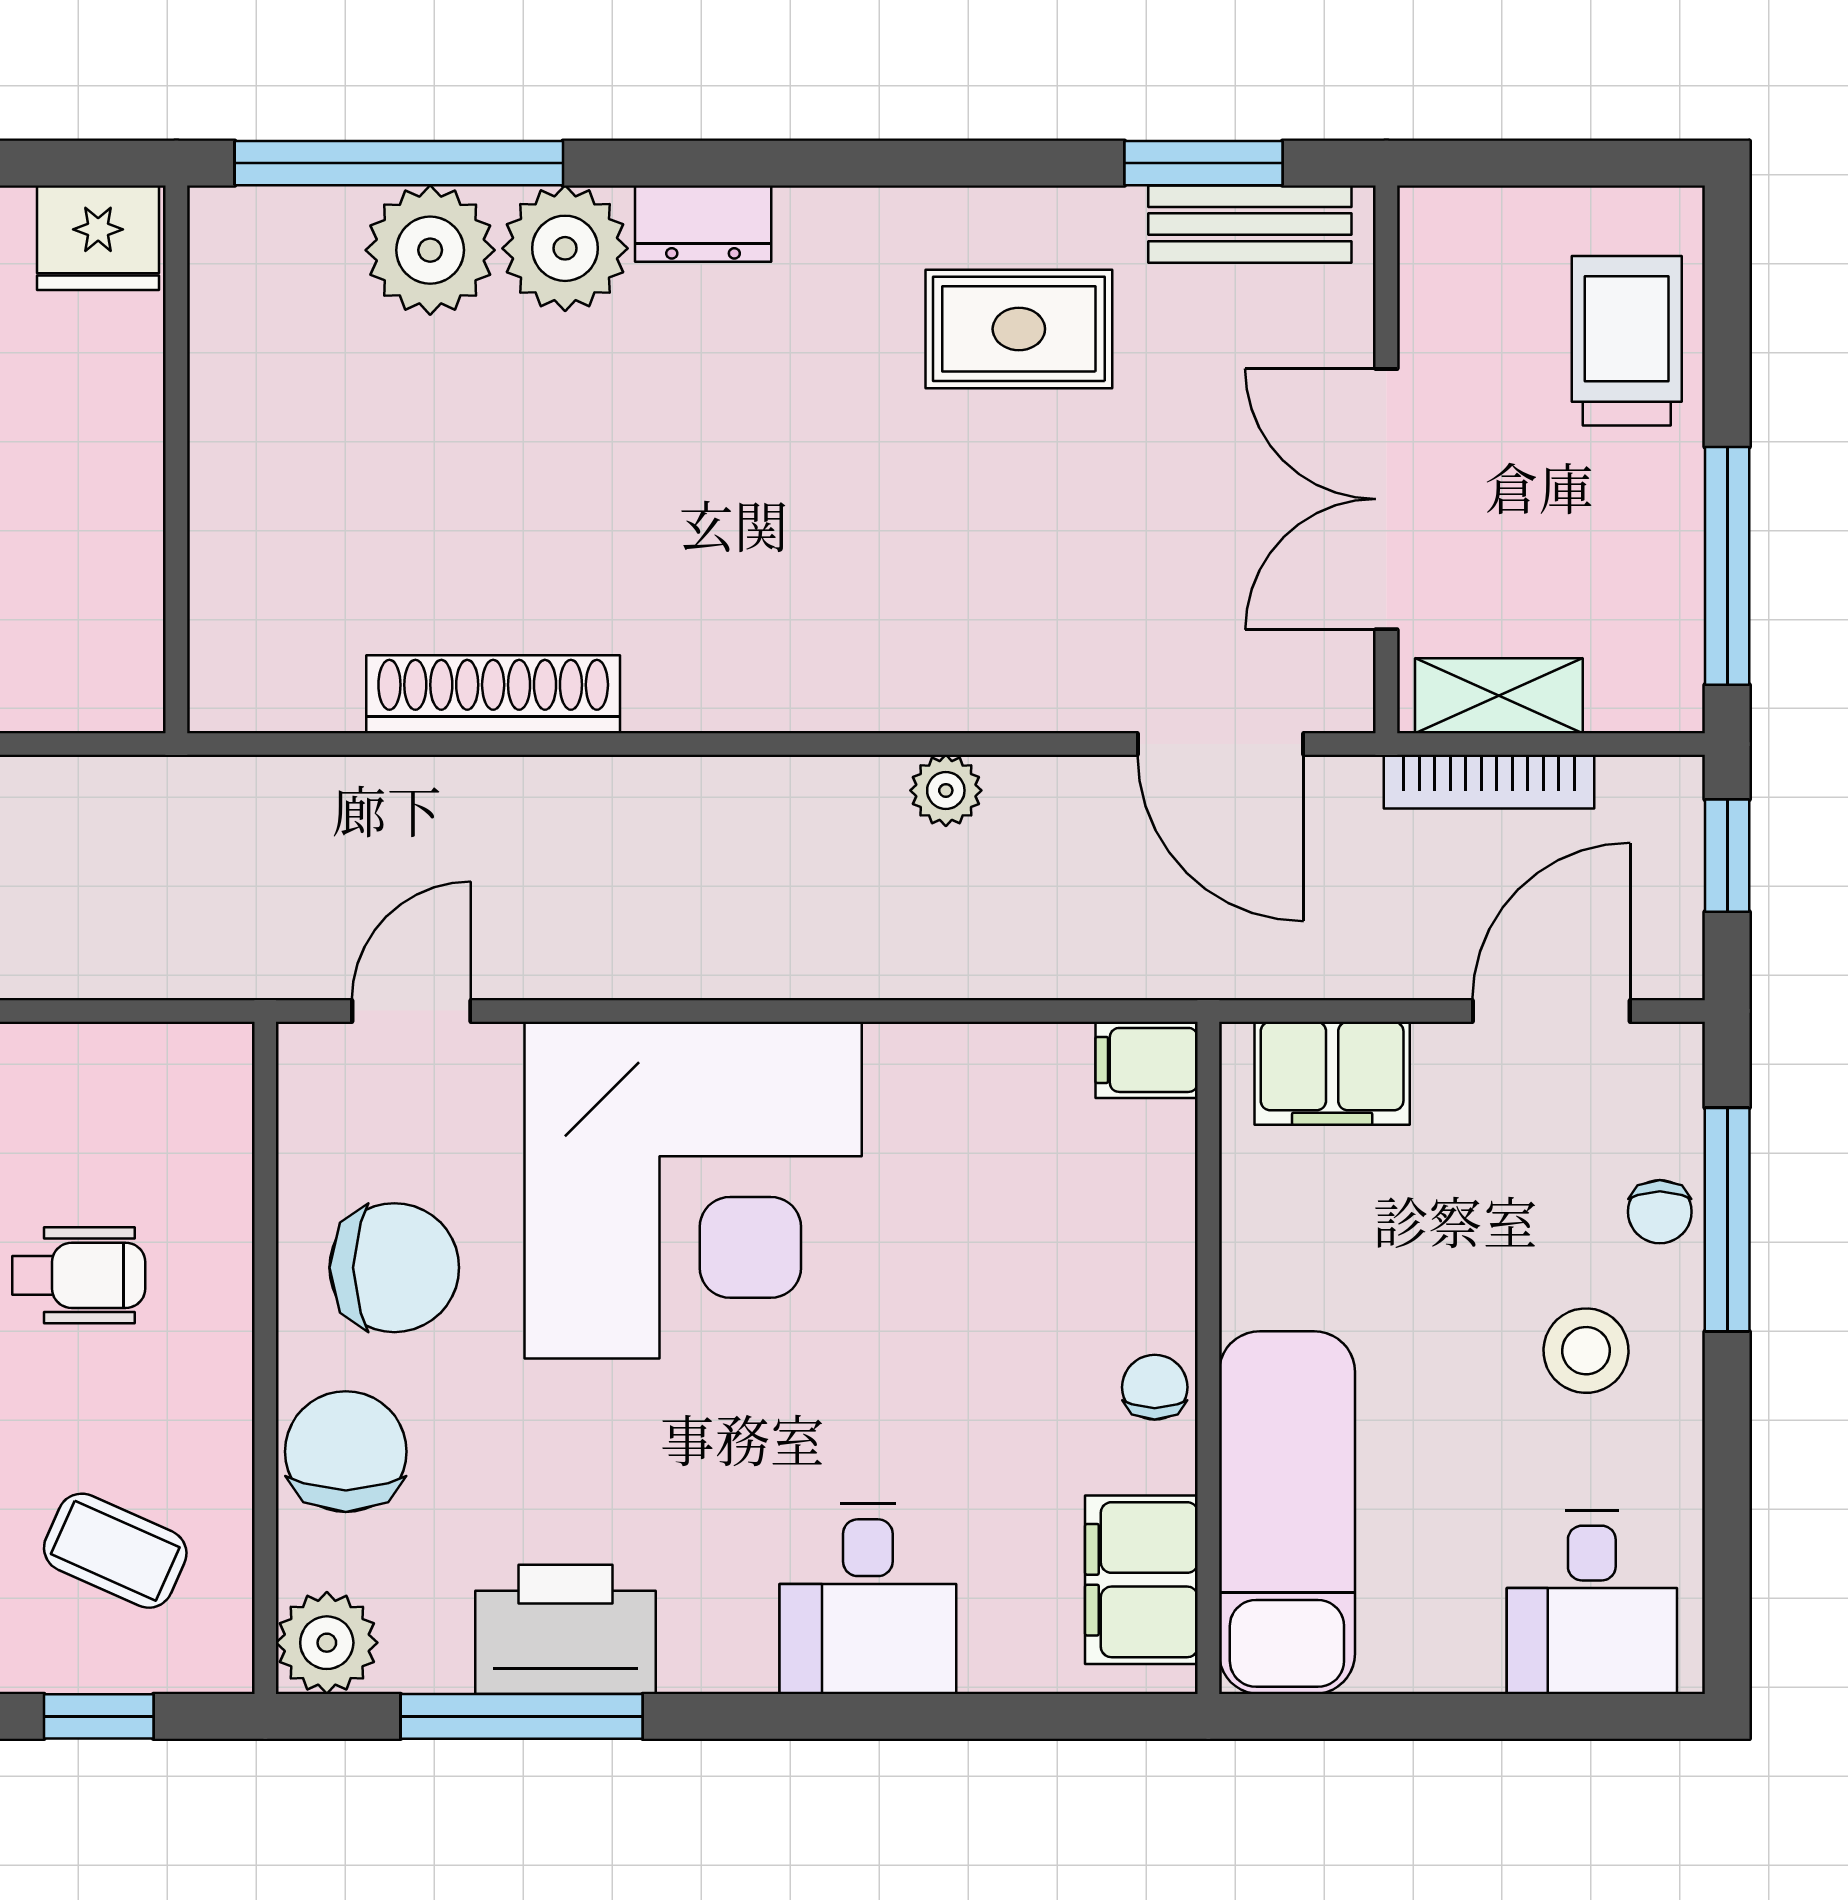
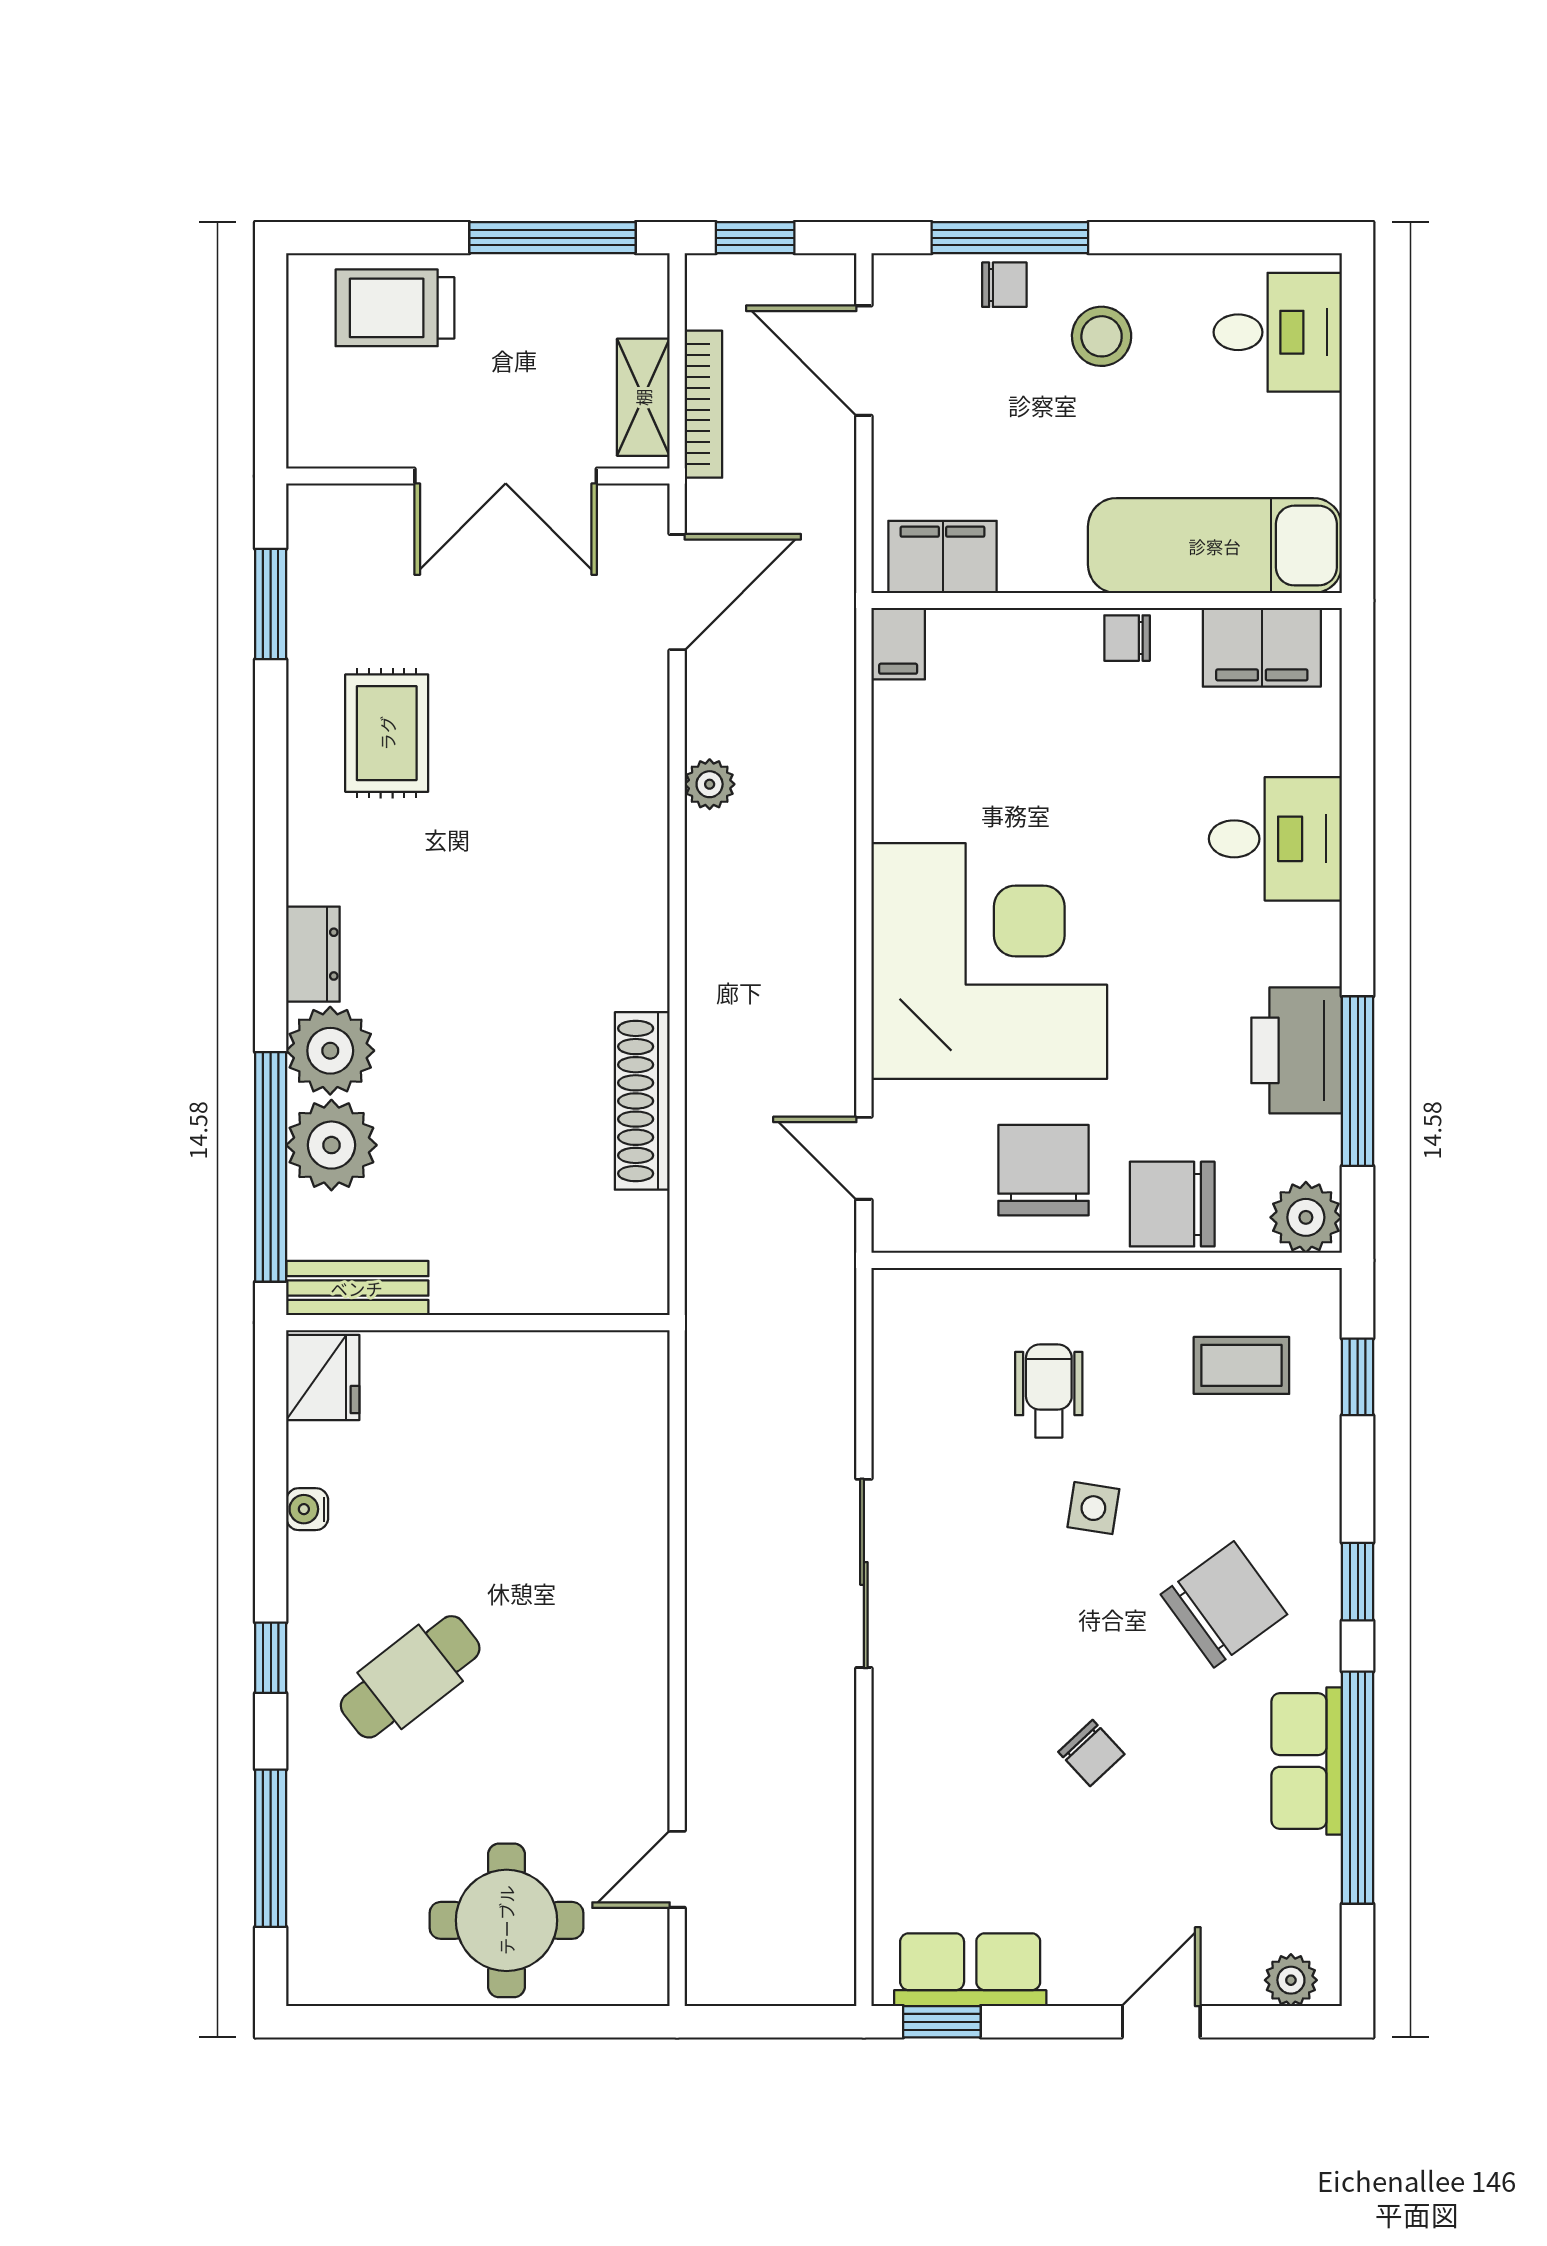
bench: (1250, 224) -> (357, 1288), moved, turned 90
filing cabinet: (1332, 1073) -> (943, 557), moved, turned -90
coffee table: (115, 1551) -> (1241, 1365), turned 66

